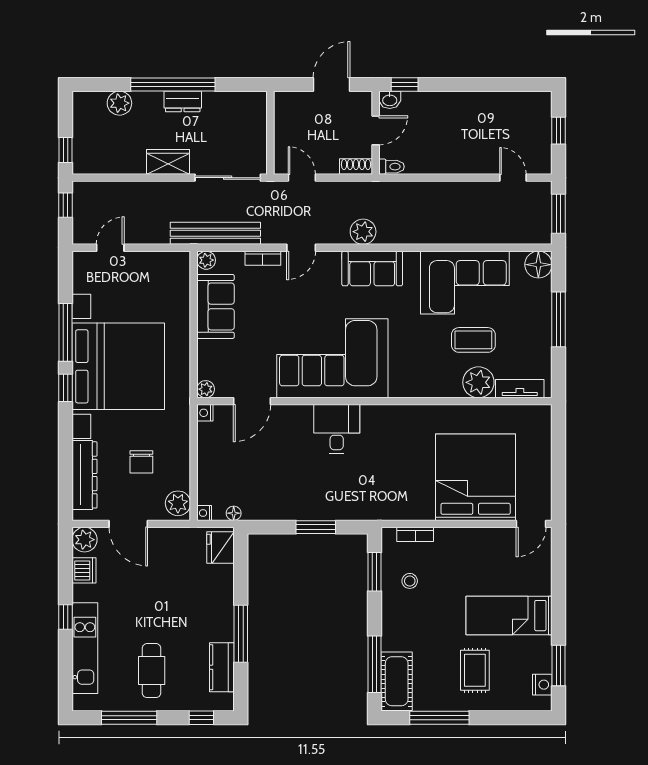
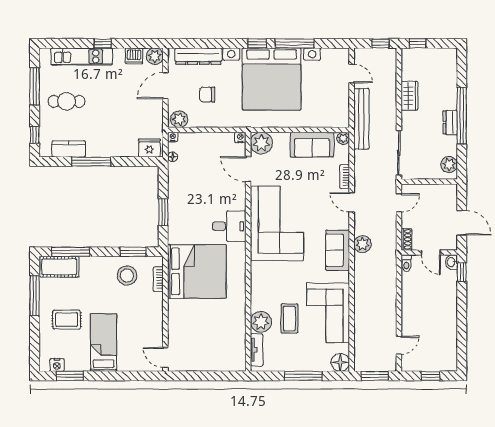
plant: (119, 103) -> (449, 165), moved
wardrobe: (168, 162) -> (410, 96), moved
bench: (215, 233) -> (361, 119), moved
plant: (206, 389) -> (261, 143), width x1.88, depth x1.88
bed: (476, 477) -> (197, 271), moved
stool: (410, 581) -> (127, 276), width x1.89, depth x1.89

